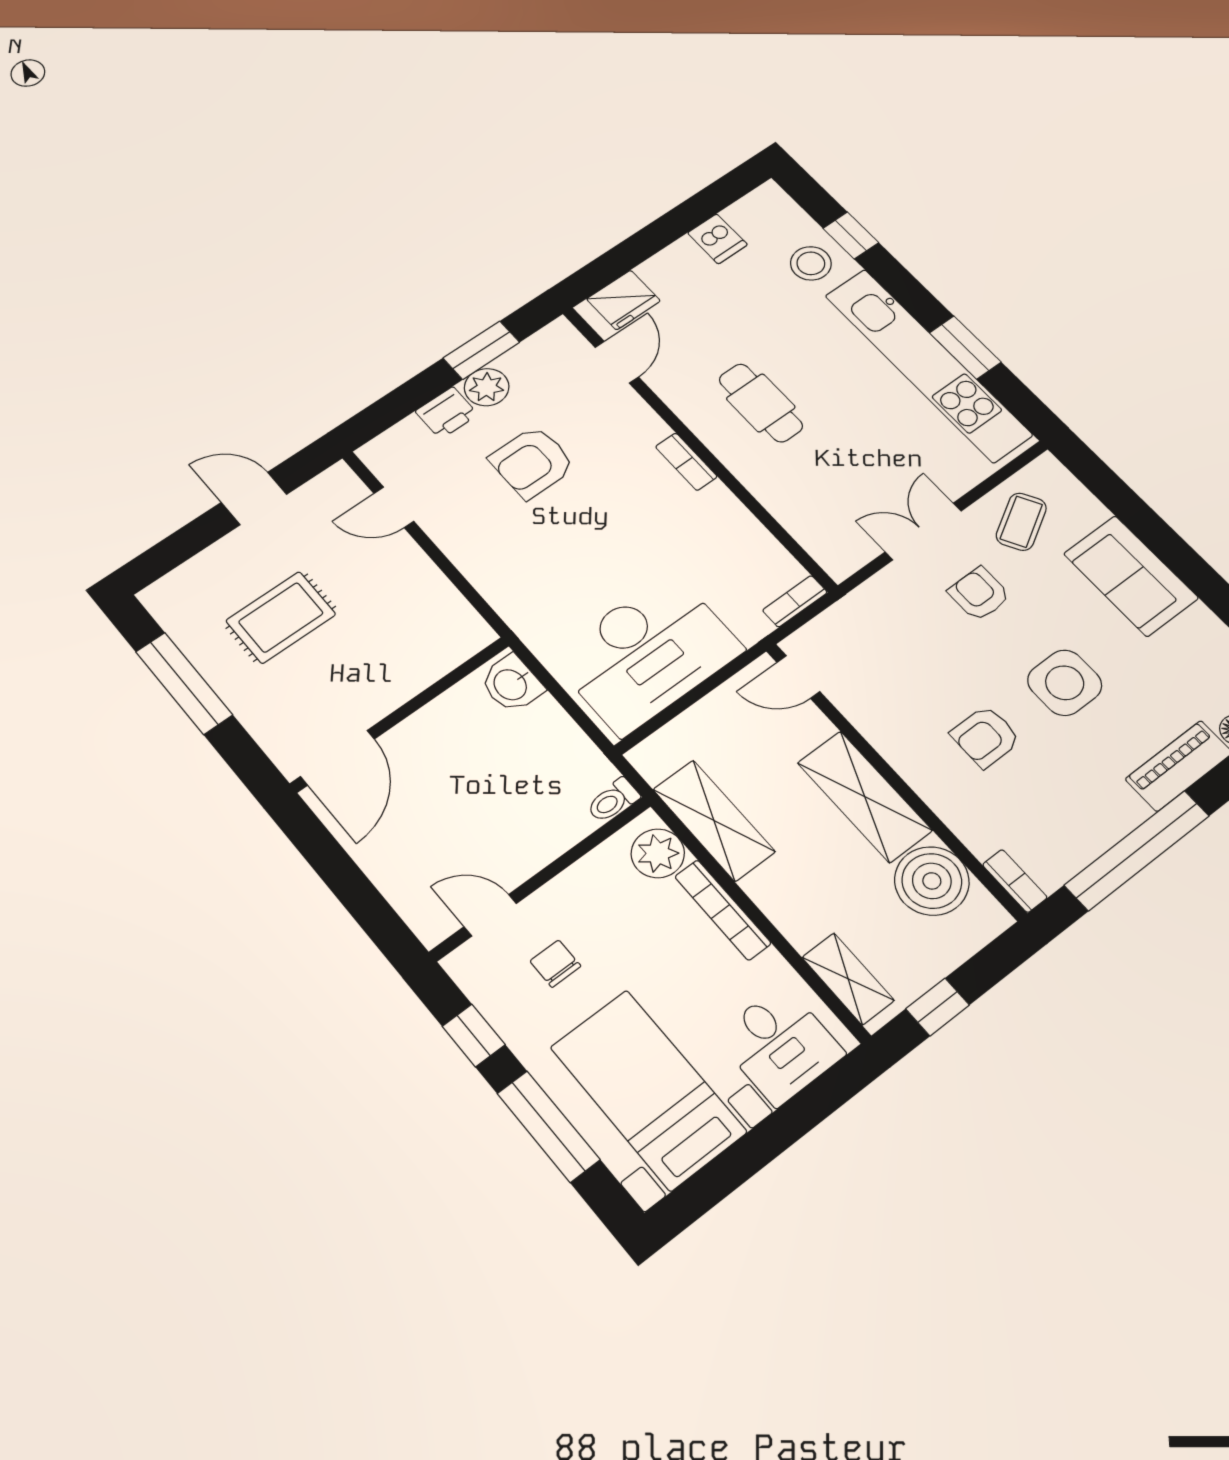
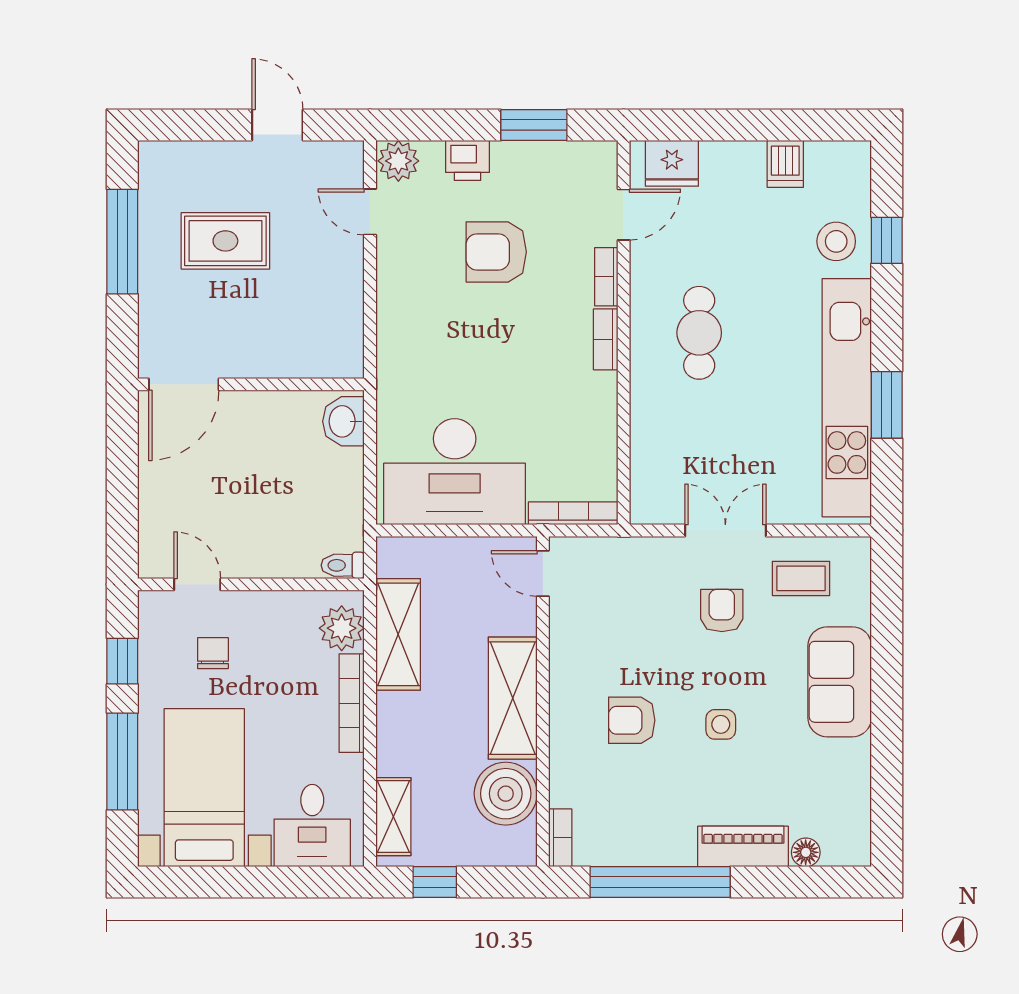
plant: (487, 387) -> (398, 161), moved
bookcase: (644, 416) -> (606, 277), added
coffee table: (1021, 522) -> (801, 578), turned 30
bookcase: (795, 601) -> (573, 513), width x1.56
side table: (1065, 683) -> (721, 724), width x0.54, depth x0.54

